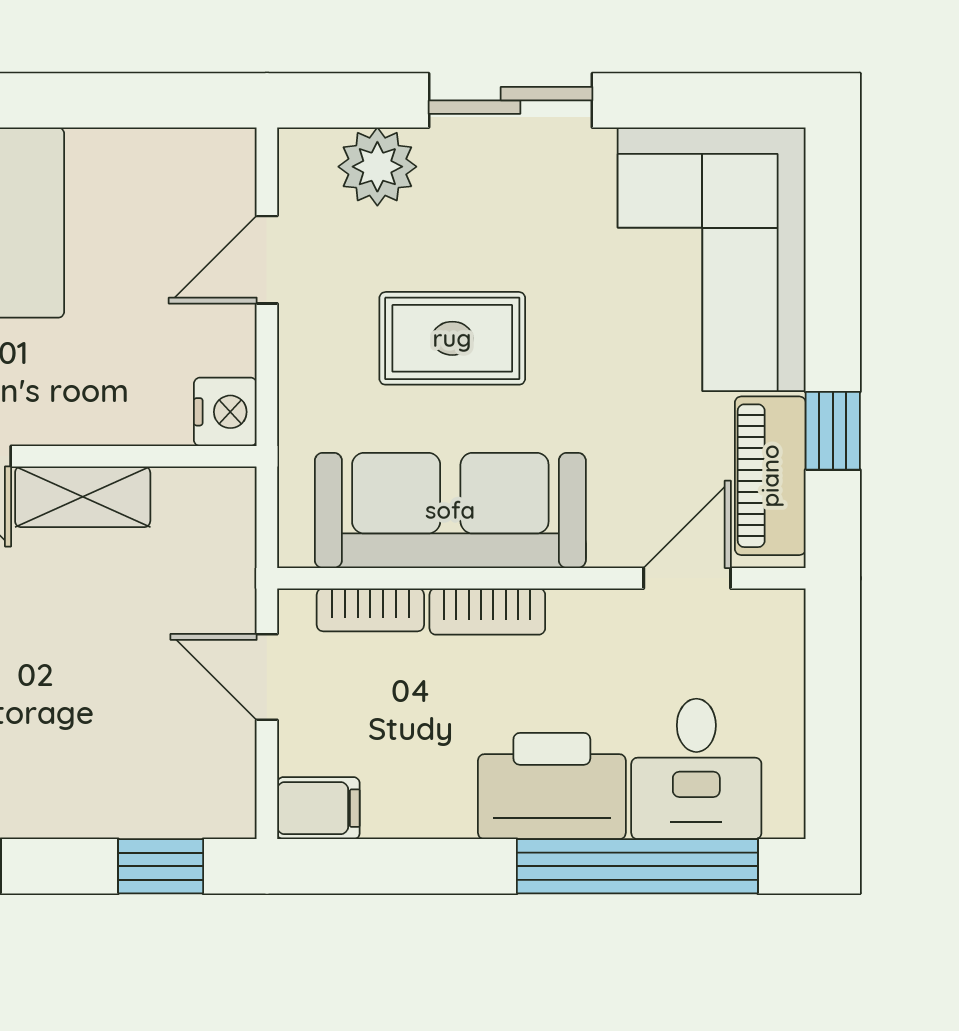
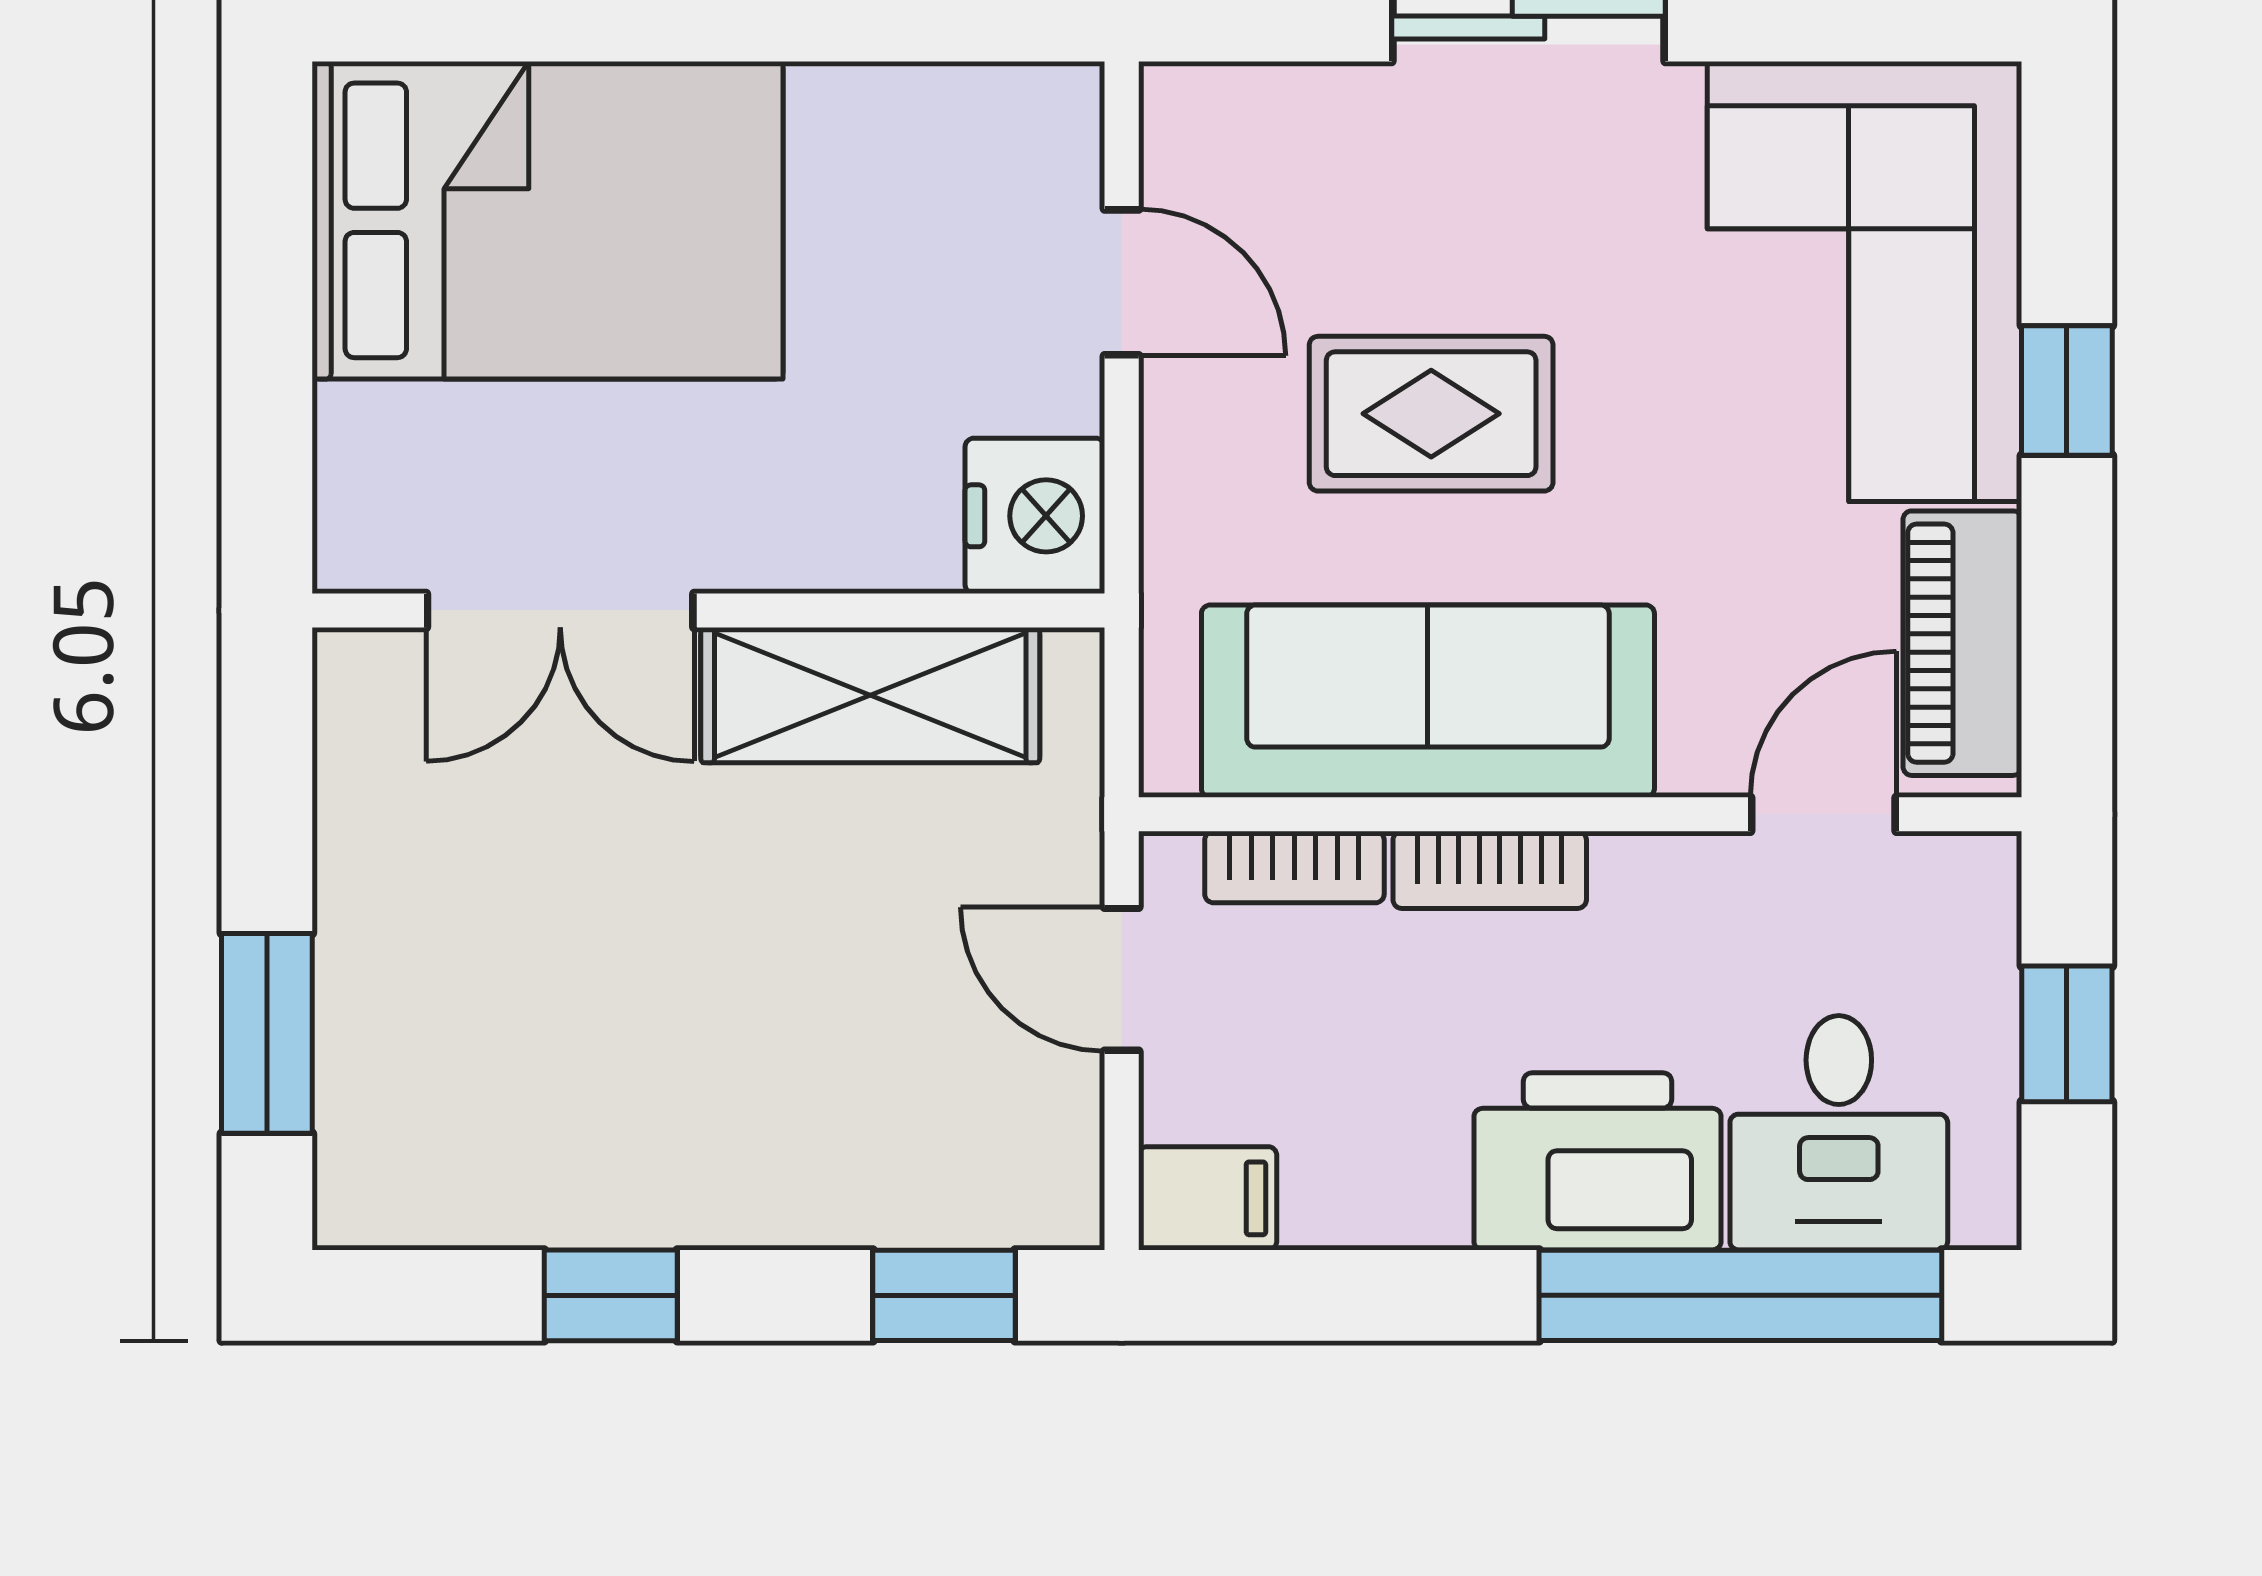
plant: (377, 167) -> (1306, 127), removed
door: (267, 260) -> (1122, 282), swing flipped
nightstand: (225, 412) -> (1035, 516), width x1.36, depth x1.33
window: (833, 431) -> (2067, 391), moved
shelving: (83, 497) -> (870, 695), width x1.50, depth x1.33
window: (833, 710) -> (2067, 1034), added

